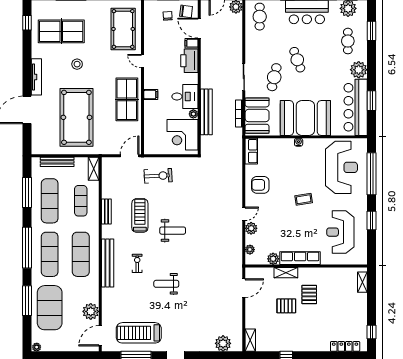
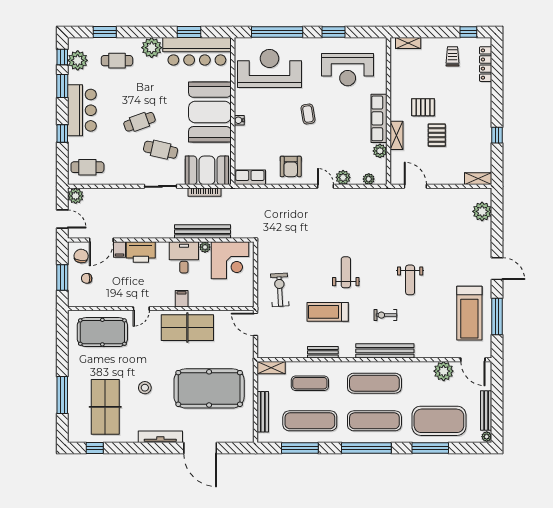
trolley: (351, 319) -> (453, 56), added
bench: (58, 347) -> (486, 411), added

